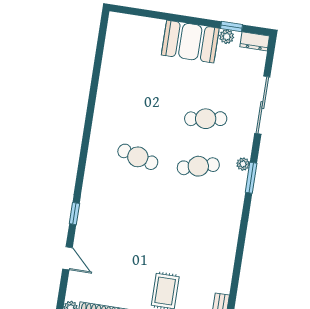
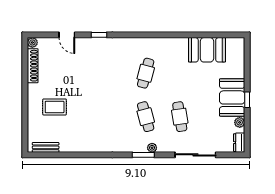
window: (231, 26) -> (247, 100), moved
booth: (118, 66) -> (207, 50), added
door: (67, 258) -> (67, 35), hinge flipped

